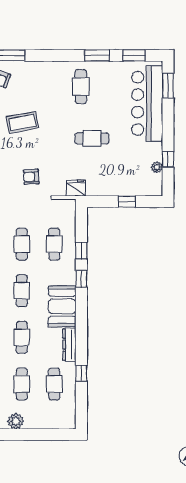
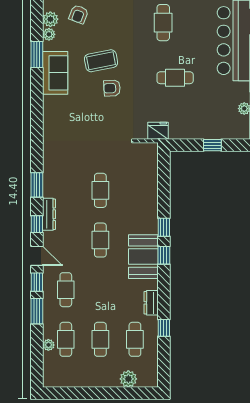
armchair: (31, 177) -> (112, 88), moved
cafe table: (54, 244) -> (135, 190), removed
window: (81, 251) -> (164, 255), moved
cafe table: (22, 337) -> (100, 290), removed
dresser: (69, 345) -> (151, 303), width x0.70
plant: (16, 421) -> (128, 379), moved

